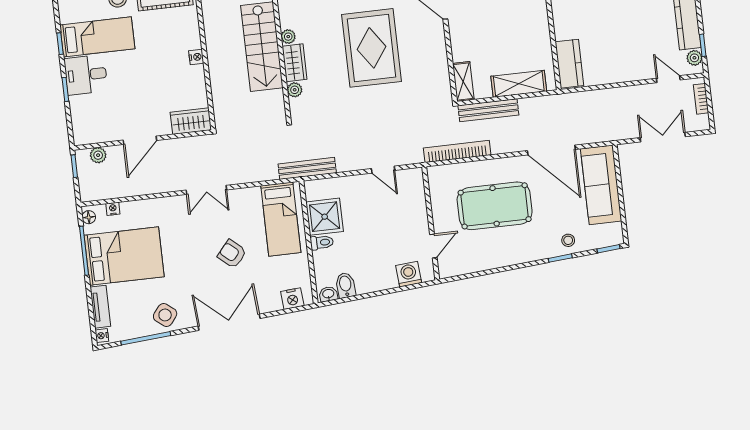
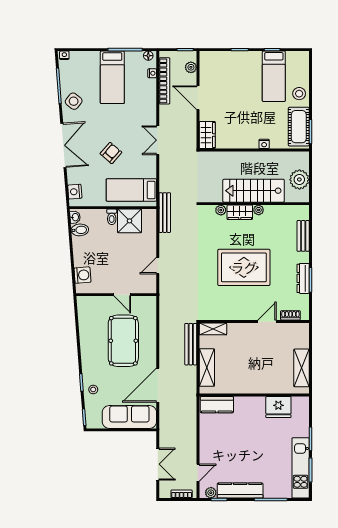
nightstand: (196, 57) -> (264, 144), moved
desk: (86, 75) -> (248, 65), removed
bookcase: (457, 151) -> (164, 81), moved
door: (433, 246) -> (122, 295), moved
bed: (124, 256) -> (112, 77), width x0.67
tv unit: (100, 307) -> (85, 57), removed

